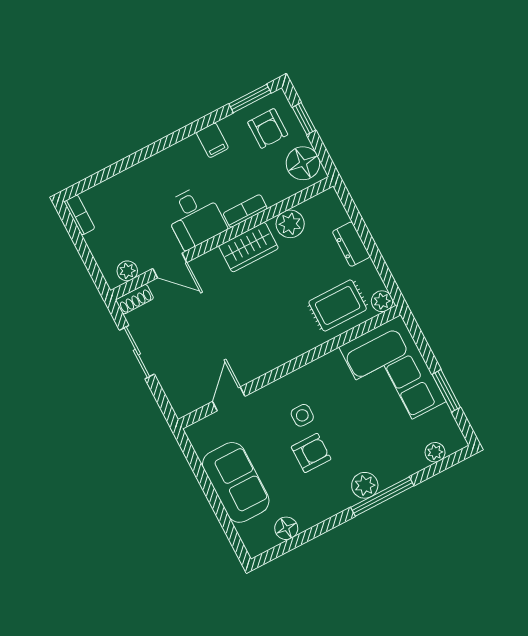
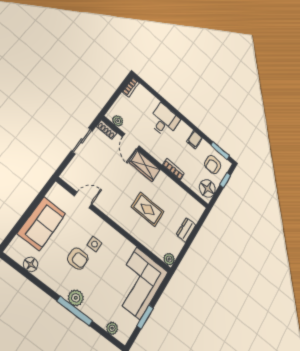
desk: (195, 217) -> (164, 121), moved, turned 180
plant: (290, 224) -> (179, 194), removed
wardrobe: (249, 247) -> (145, 166), moved
rug: (338, 305) -> (148, 209), moved

